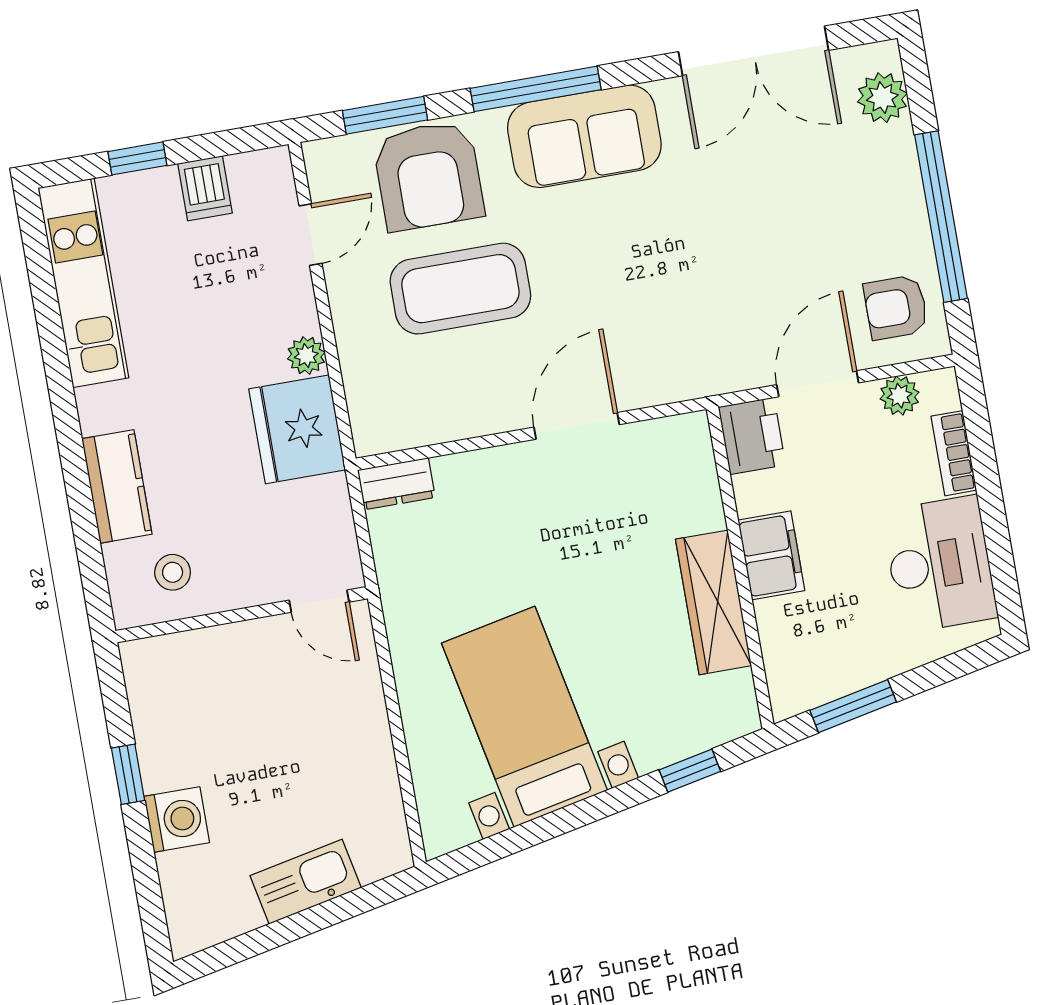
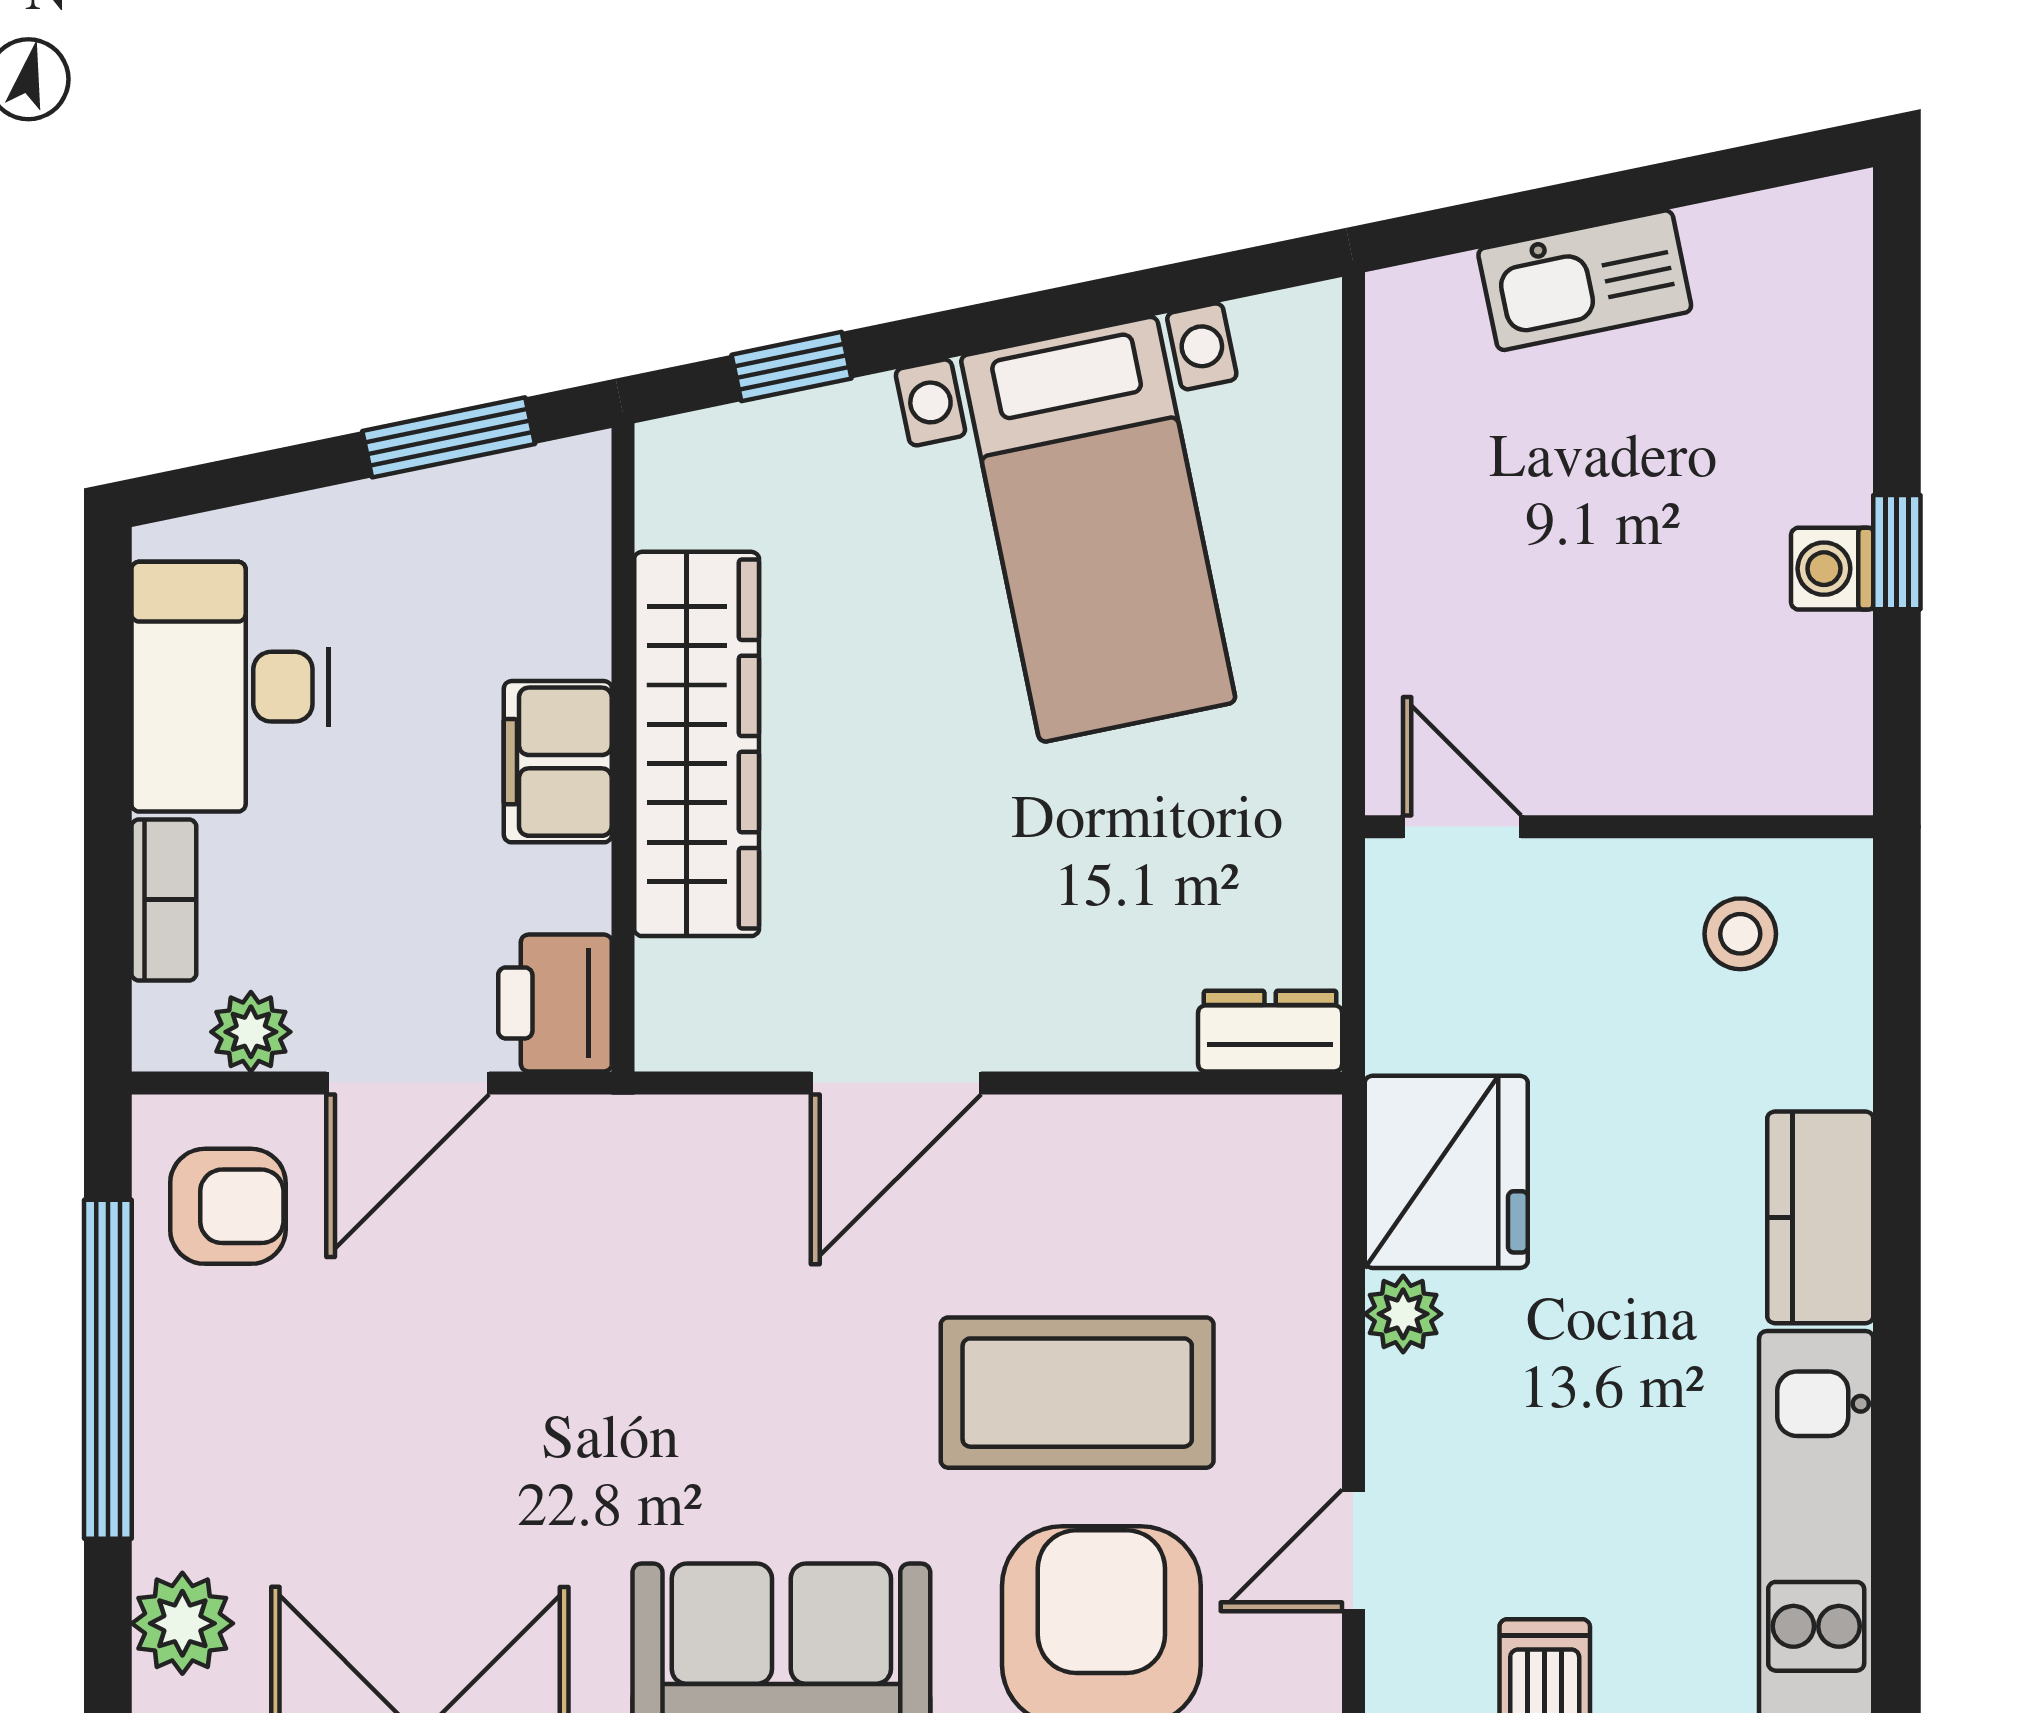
kitchen counter: (117, 486) -> (1820, 1217), moved
wardrobe: (713, 602) -> (697, 744), width x1.40, depth x1.17
washing machine: (177, 819) -> (1832, 569), moved, width x0.73, depth x0.73

